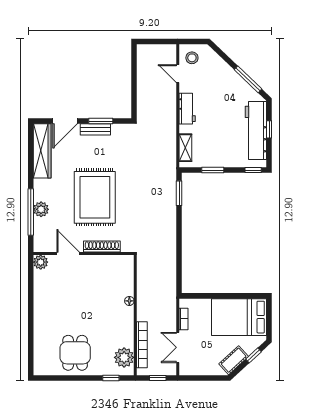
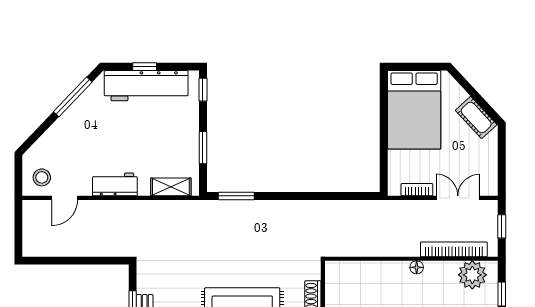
floor lamp: (129, 301) -> (417, 267), moved
double door: (178, 347) -> (458, 198), swing flipped
window: (253, 356) -> (469, 89), removed

